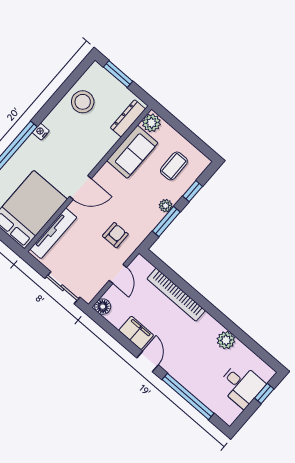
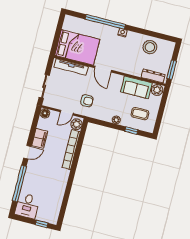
window: (118, 74) -> (172, 70), moved
window: (166, 221) -> (108, 125), removed
plant: (226, 340) -> (76, 124), moved
desk: (241, 385) -> (27, 206), moved

